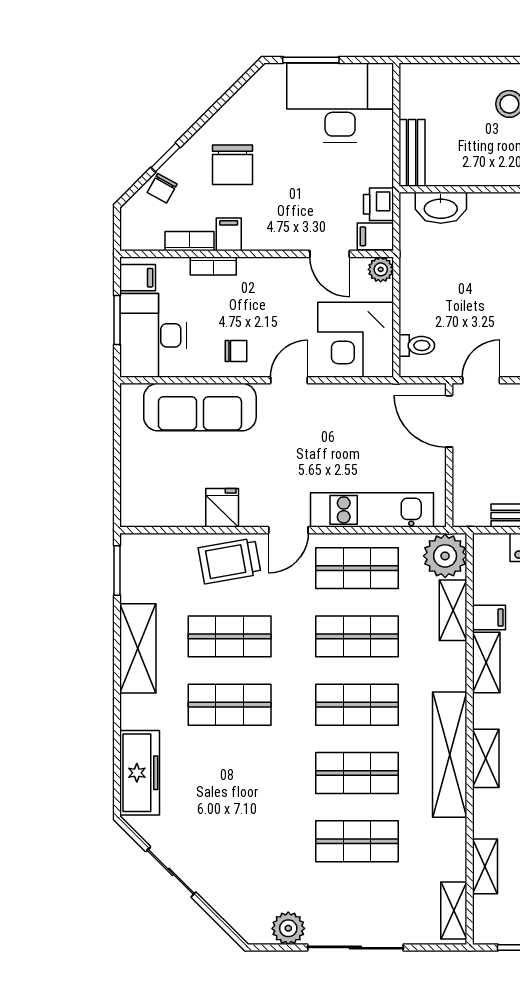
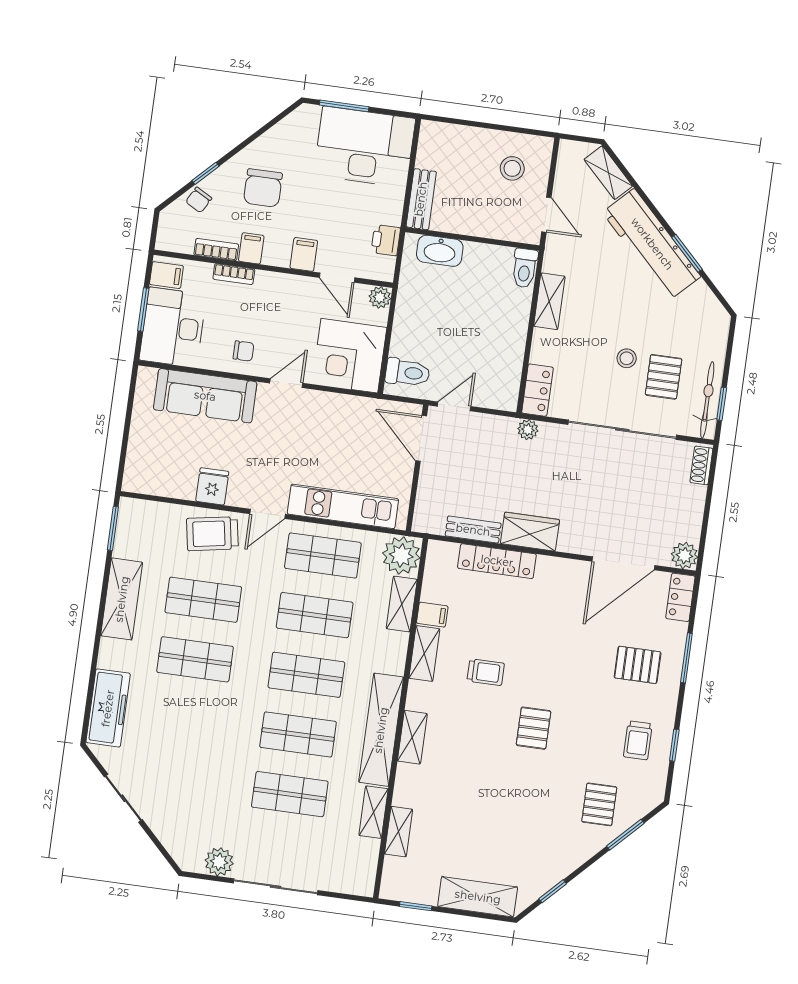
filing cabinet: (375, 236) -> (304, 254), moved, turned 90
toilet: (417, 345) -> (408, 373), width x1.37, depth x1.39
shelving: (454, 910) -> (374, 812), moved

